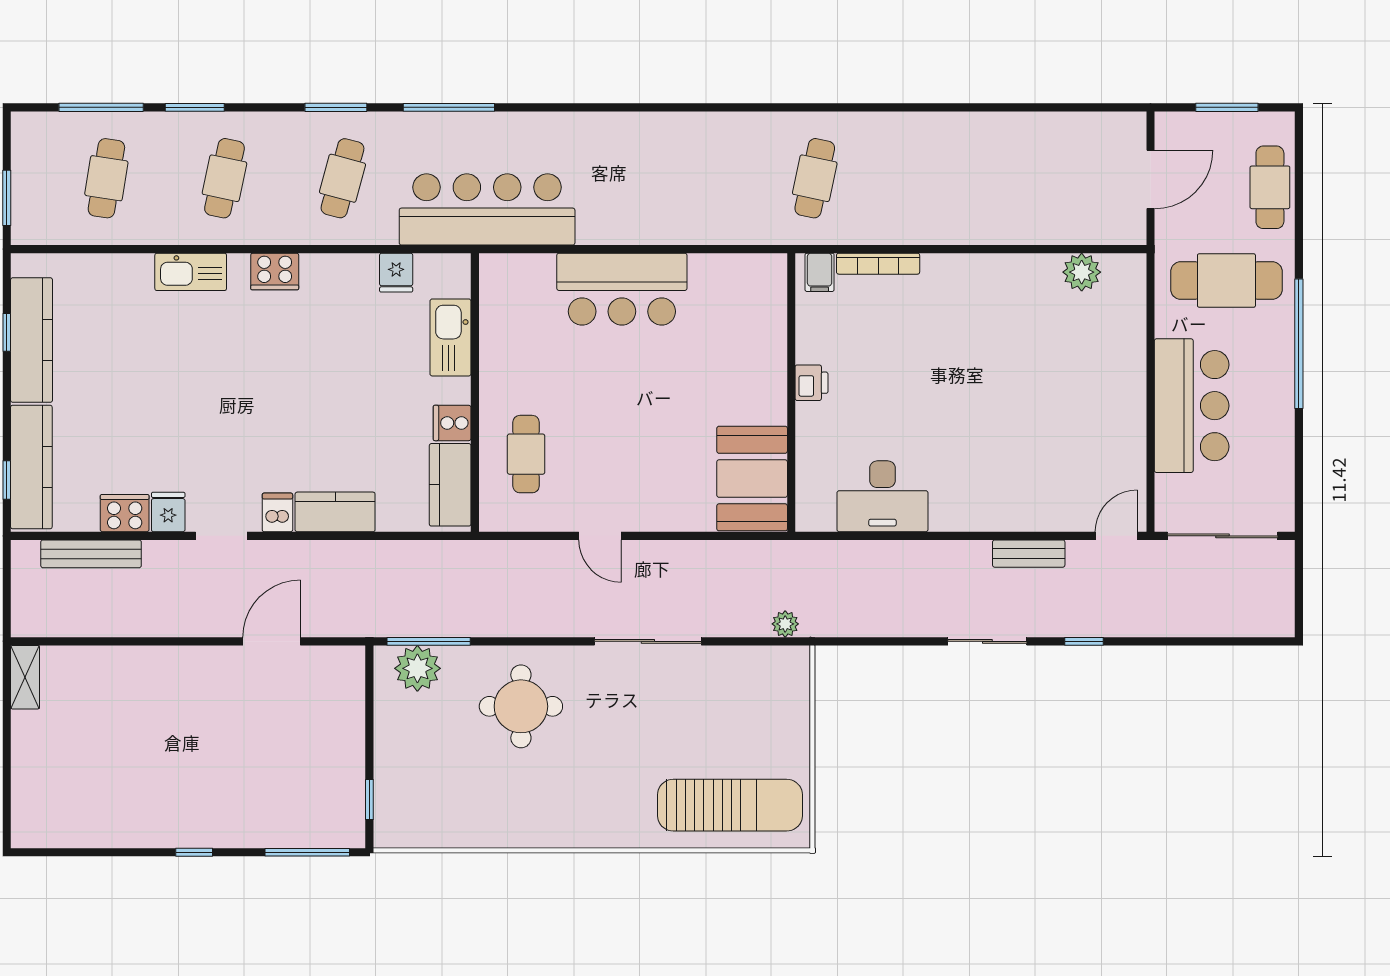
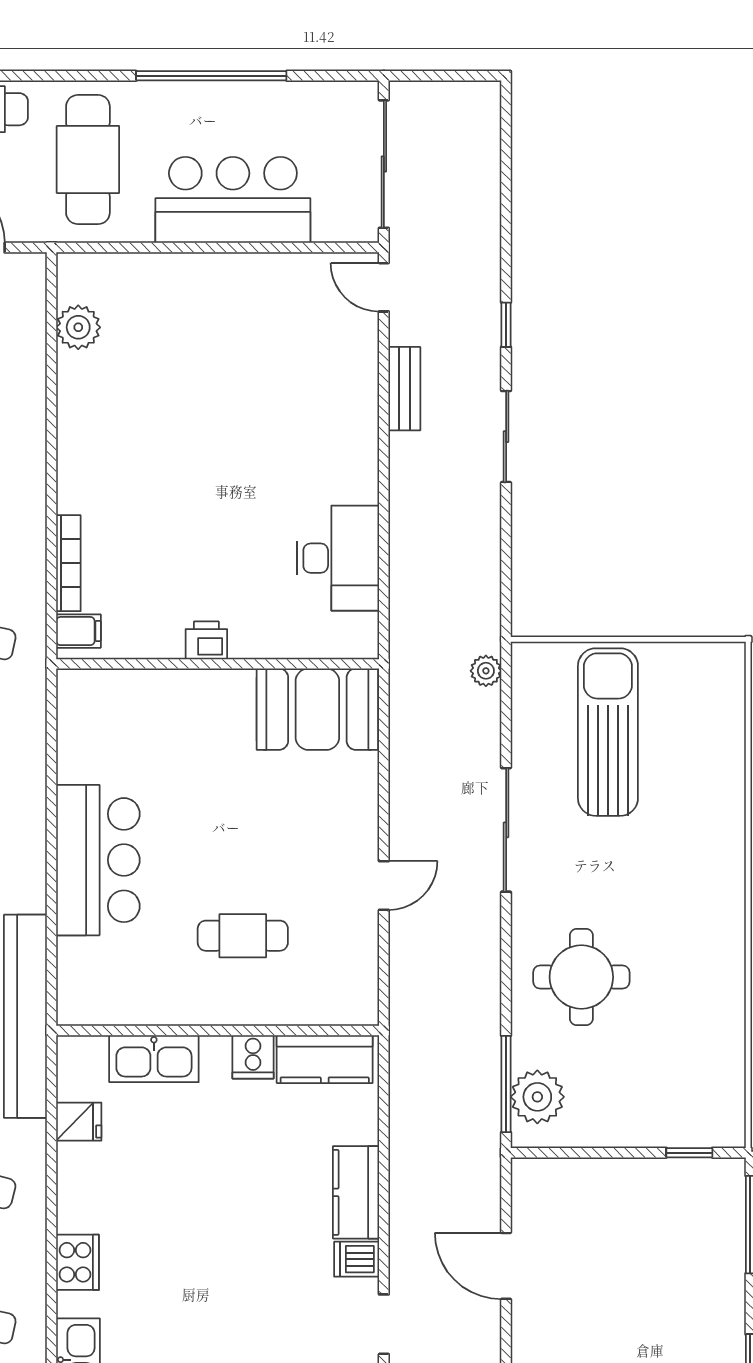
window: (1299, 344) -> (211, 76), moved
cafe table: (526, 454) -> (243, 936), moved
sun lounger: (730, 805) -> (608, 732), moved

